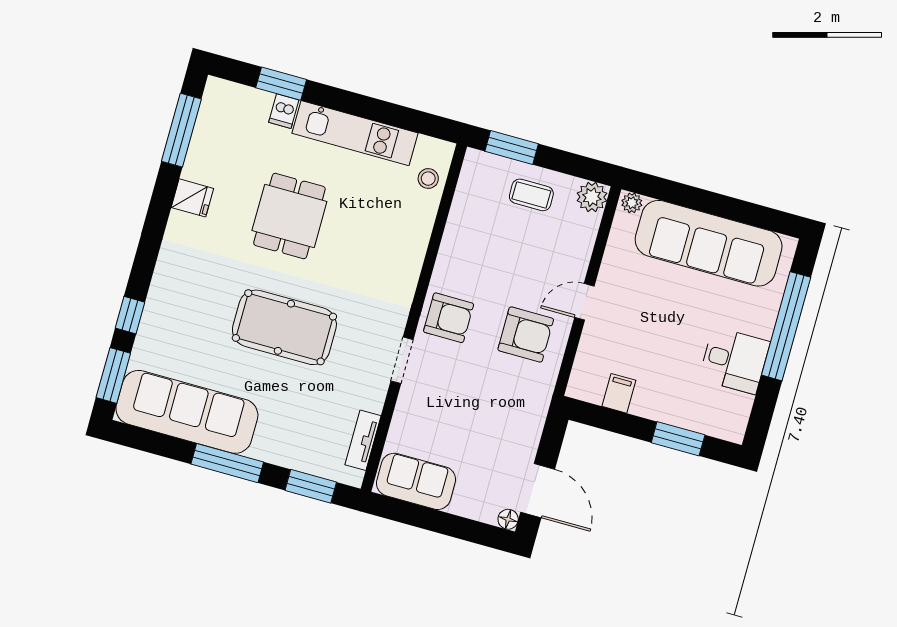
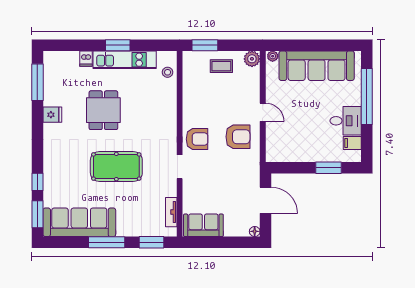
window: (281, 84) -> (118, 45), moved
door: (584, 302) -> (263, 112), swing flipped
filing cabinet: (619, 393) -> (352, 143), moved, turned -90
door: (538, 491) -> (266, 200), moved

